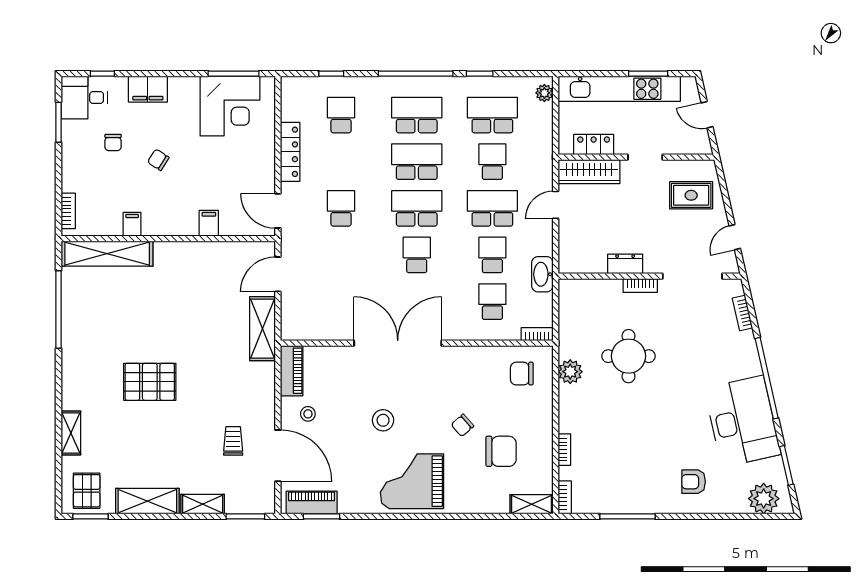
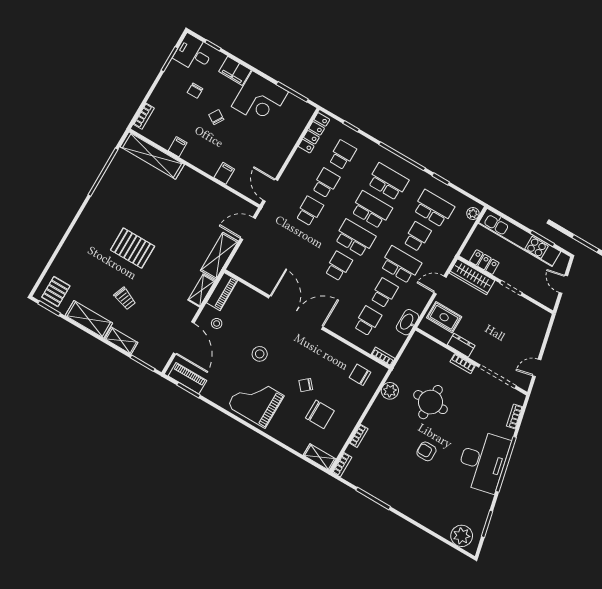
corner desk: (230, 106) -> (260, 99), moved
locker: (290, 152) -> (314, 133), moved
school desk: (341, 162) -> (326, 183), added
rug: (691, 195) -> (444, 317), moved
desk: (743, 421) -> (483, 461), moved
shelving: (71, 433) -> (202, 290), moved
trolley: (233, 441) -> (125, 298), moved, turned 111
armchair: (694, 482) -> (426, 451), moved

